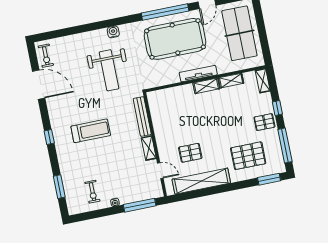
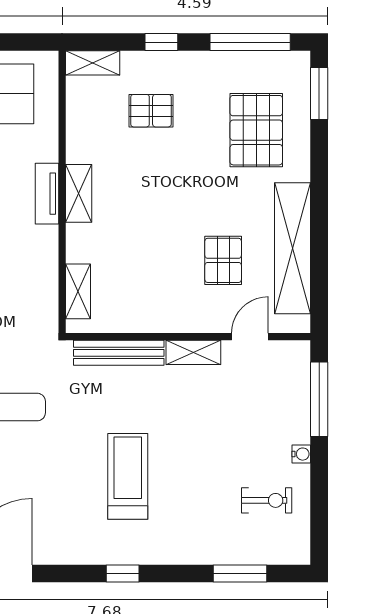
tv unit: (198, 74) -> (47, 194), width x0.71
shelving: (231, 81) -> (78, 291), moved
pallet: (264, 122) -> (151, 111), moved, turned 90

